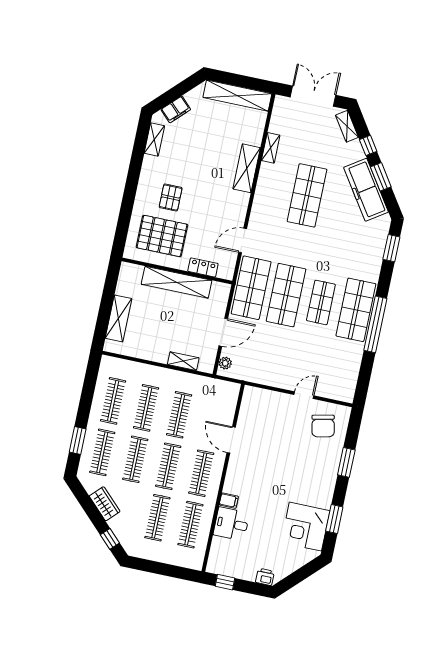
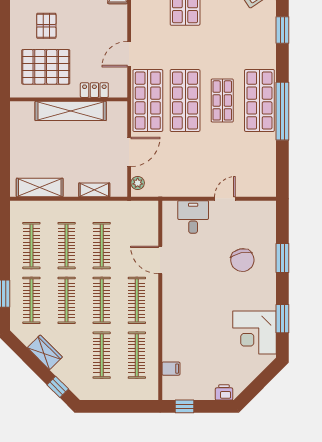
shelving: (119, 318) -> (40, 188), moved, turned 90
chair: (323, 426) -> (242, 260), moved
filing cabinet: (229, 501) -> (171, 369), moved
desk: (231, 524) -> (193, 217), moved, turned 90

